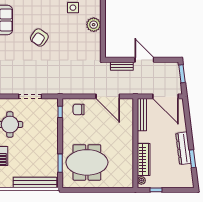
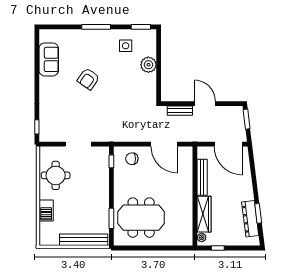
bench: (142, 115) -> (202, 177), moved
dresser: (183, 148) -> (250, 219), moved

